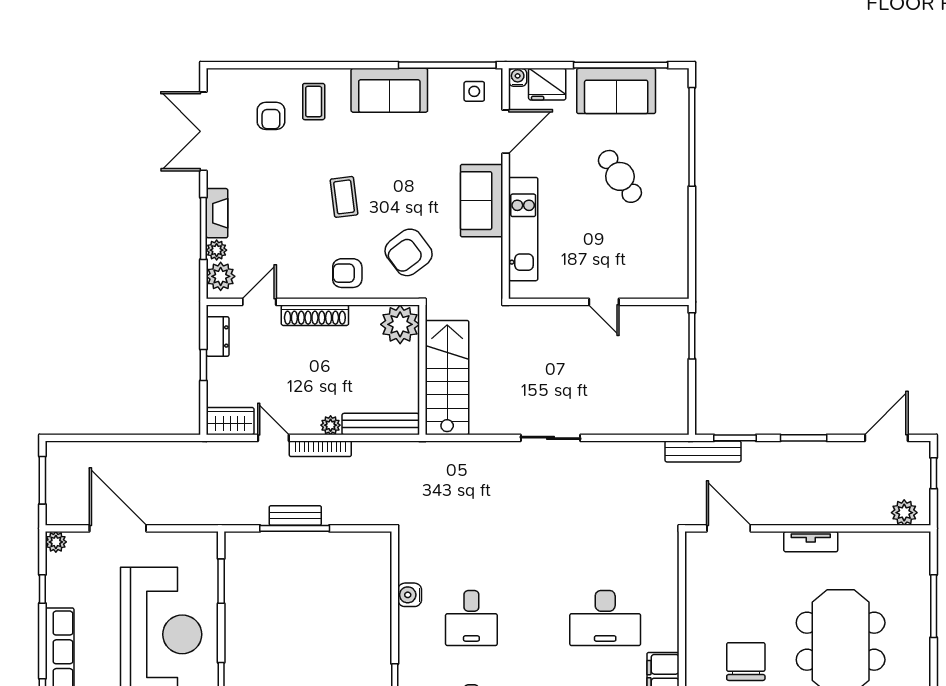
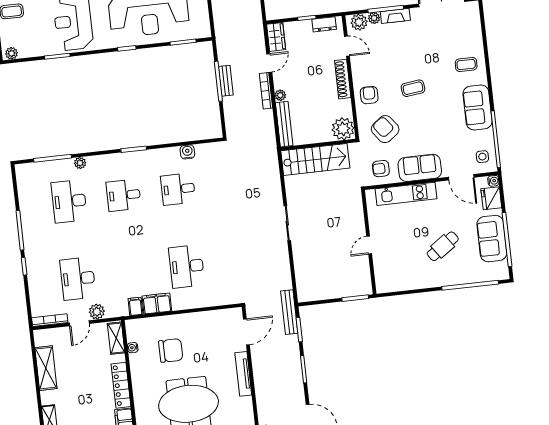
armchair: (271, 116) -> (381, 169), moved
tv unit: (811, 542) -> (243, 374), width x1.41

